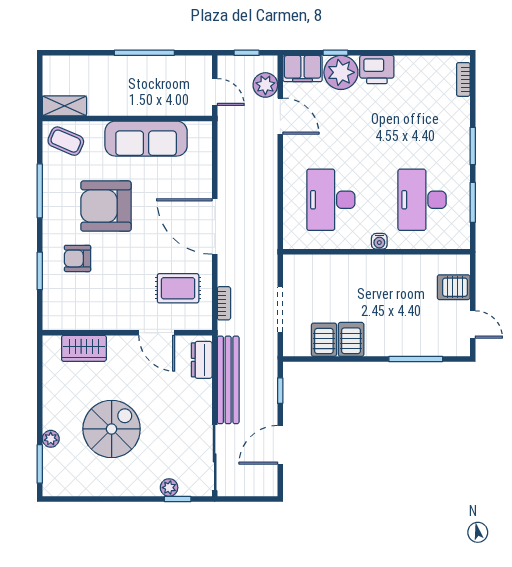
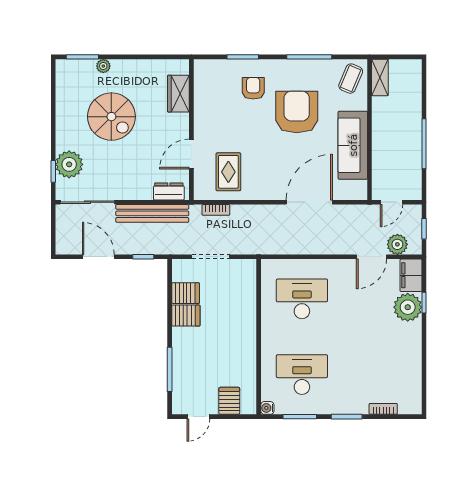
printer: (377, 70) -> (410, 337), removed
bookcase: (463, 79) -> (383, 409), moved
door: (215, 227) -> (309, 202), moved
water cooler: (379, 241) -> (267, 408), moved
plant: (169, 488) -> (69, 164), width x1.88, depth x1.88

